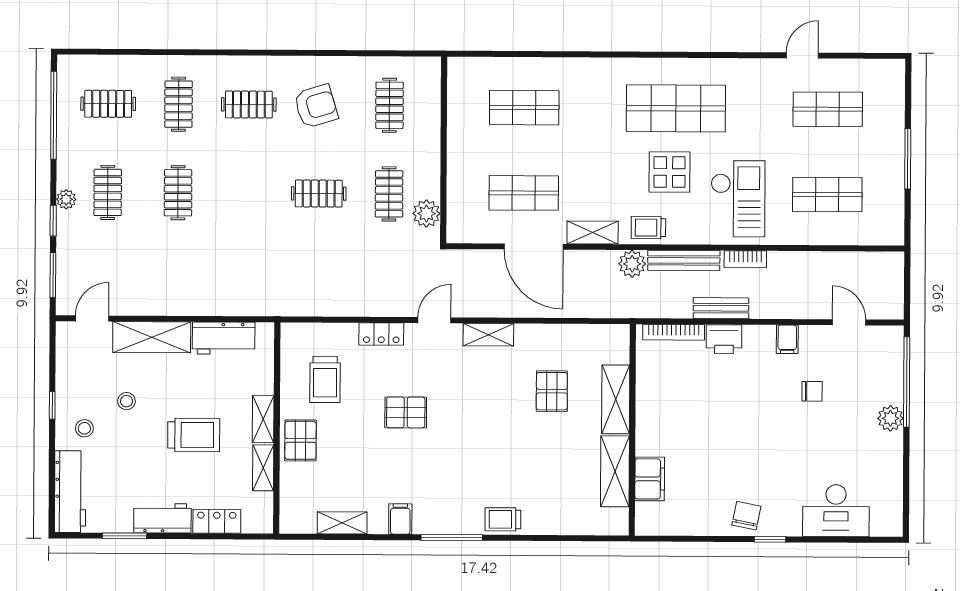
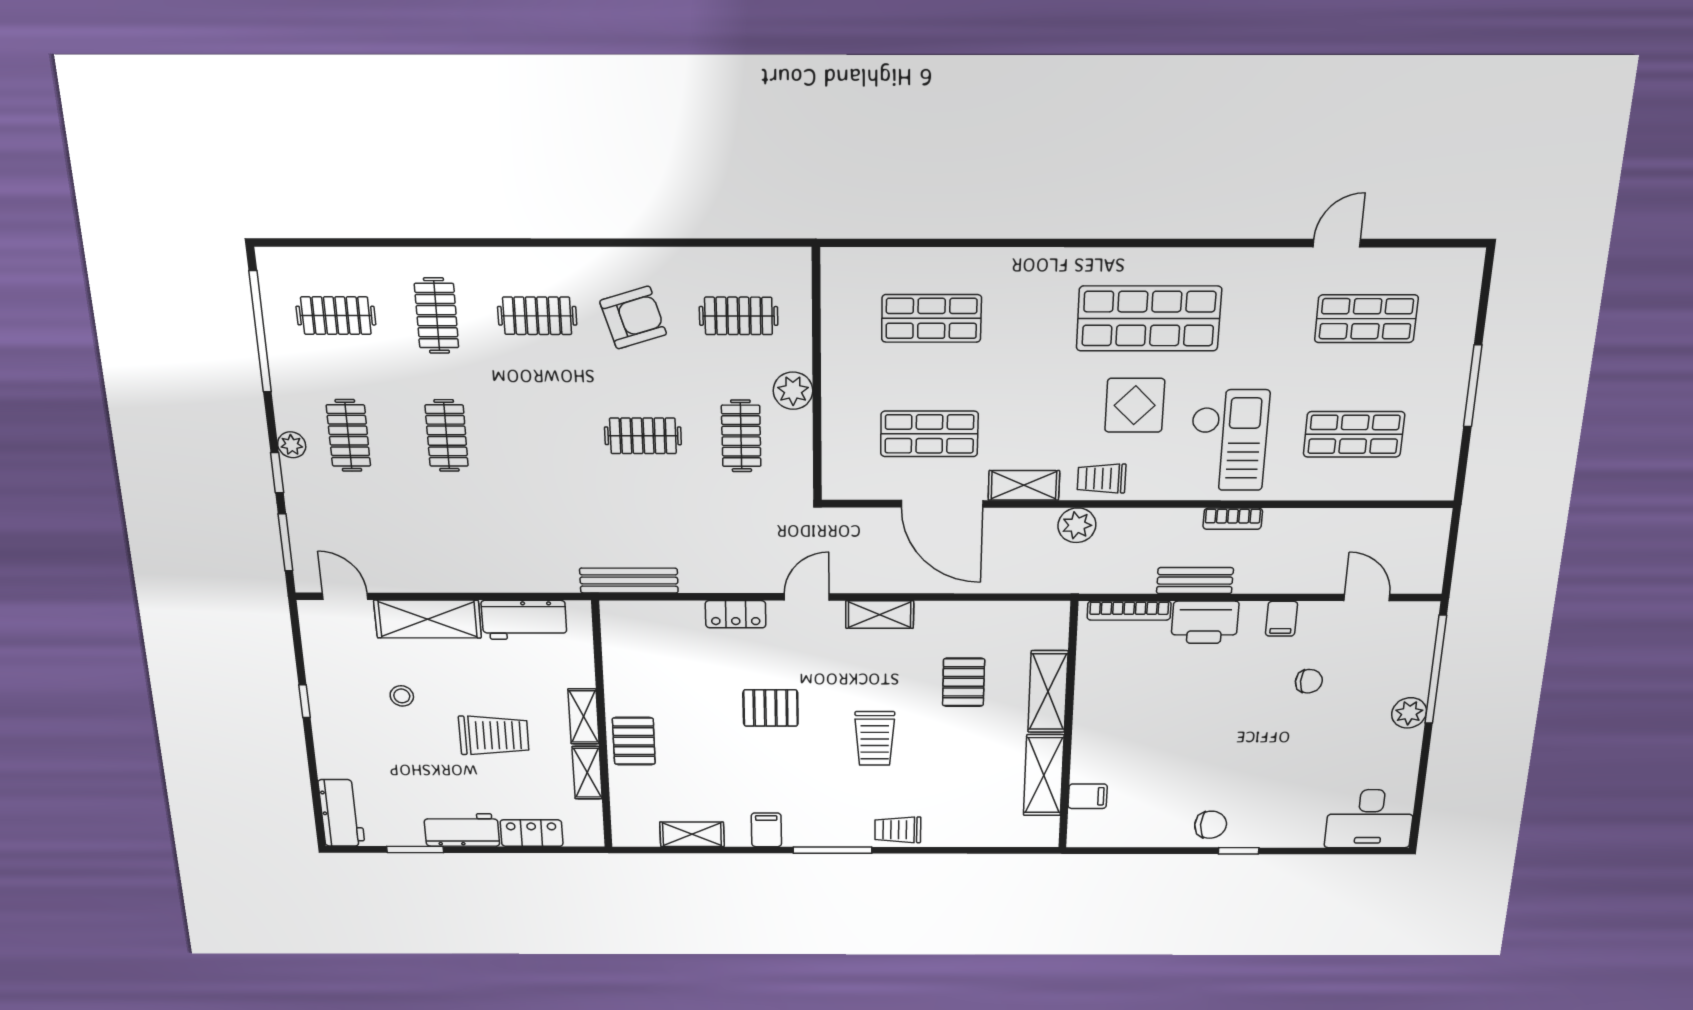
clothes rail: (390, 105) -> (739, 316), turned 90
plant: (426, 213) -> (793, 391), moved
bench: (684, 260) -> (629, 581), moved
door: (92, 318) -> (345, 596), hinge flipped
printer: (724, 339) -> (1205, 622), width x1.37, depth x1.19
trolley: (325, 379) -> (875, 738), moved
stool: (84, 428) -> (350, 728), removed
filing cabinet: (650, 479) -> (1088, 796), width x0.50
workbench: (70, 492) -> (341, 813), width x0.73
desk: (836, 511) -> (1370, 819), moved
chair: (746, 516) -> (1211, 825), turned 79

